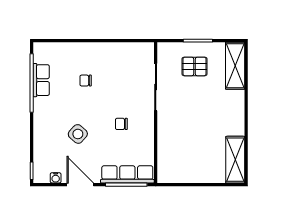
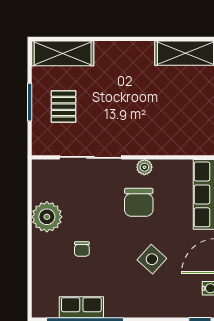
plant: (110, 54) -> (47, 217), added
chair: (121, 124) -> (139, 202), width x1.87, depth x1.87
plant: (148, 128) -> (144, 167), added

